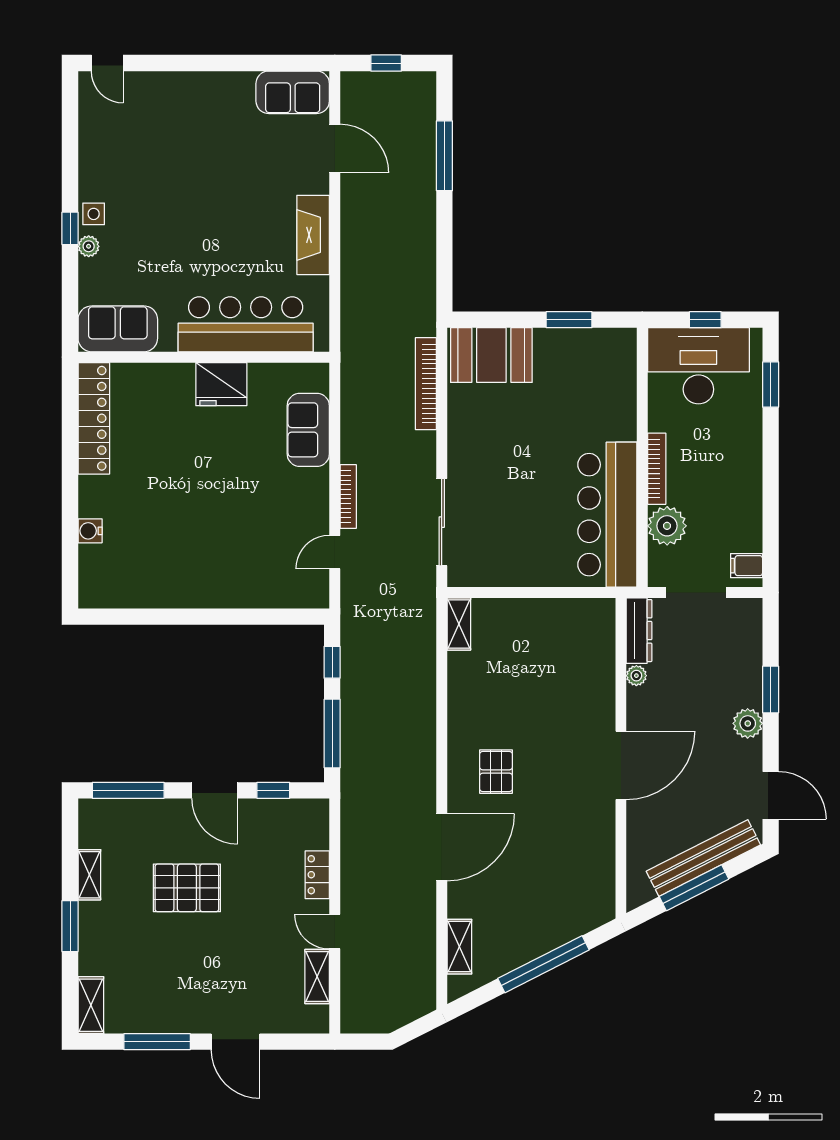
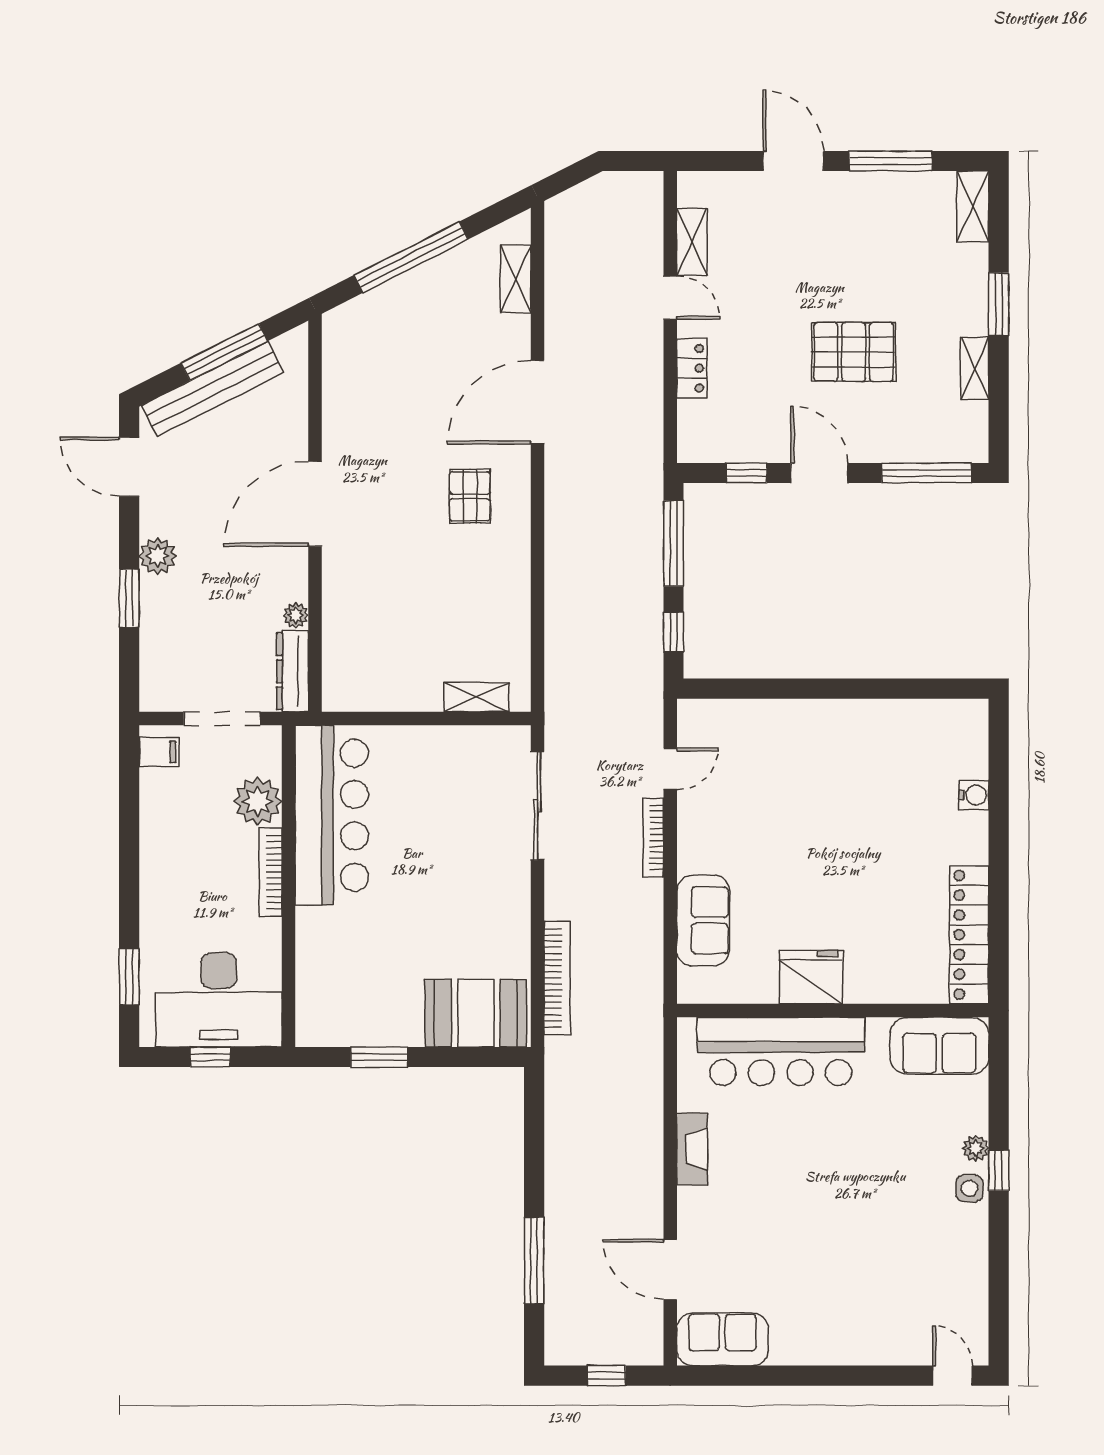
fireplace: (313, 235) -> (692, 1149), width x0.73, depth x0.76
shelving: (459, 624) -> (476, 697), moved, turned 90

